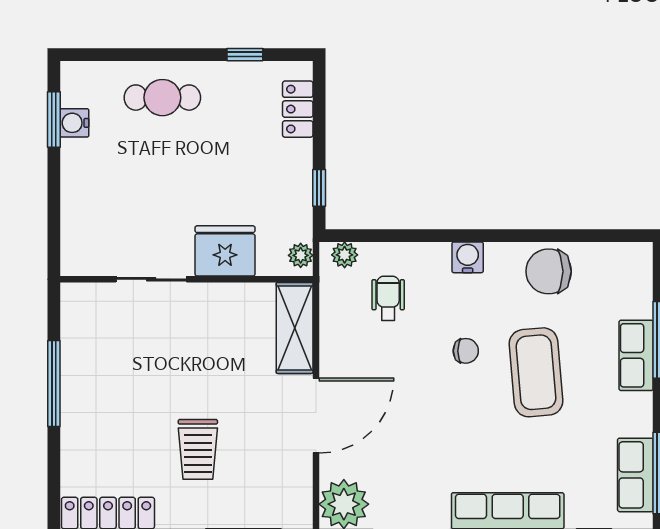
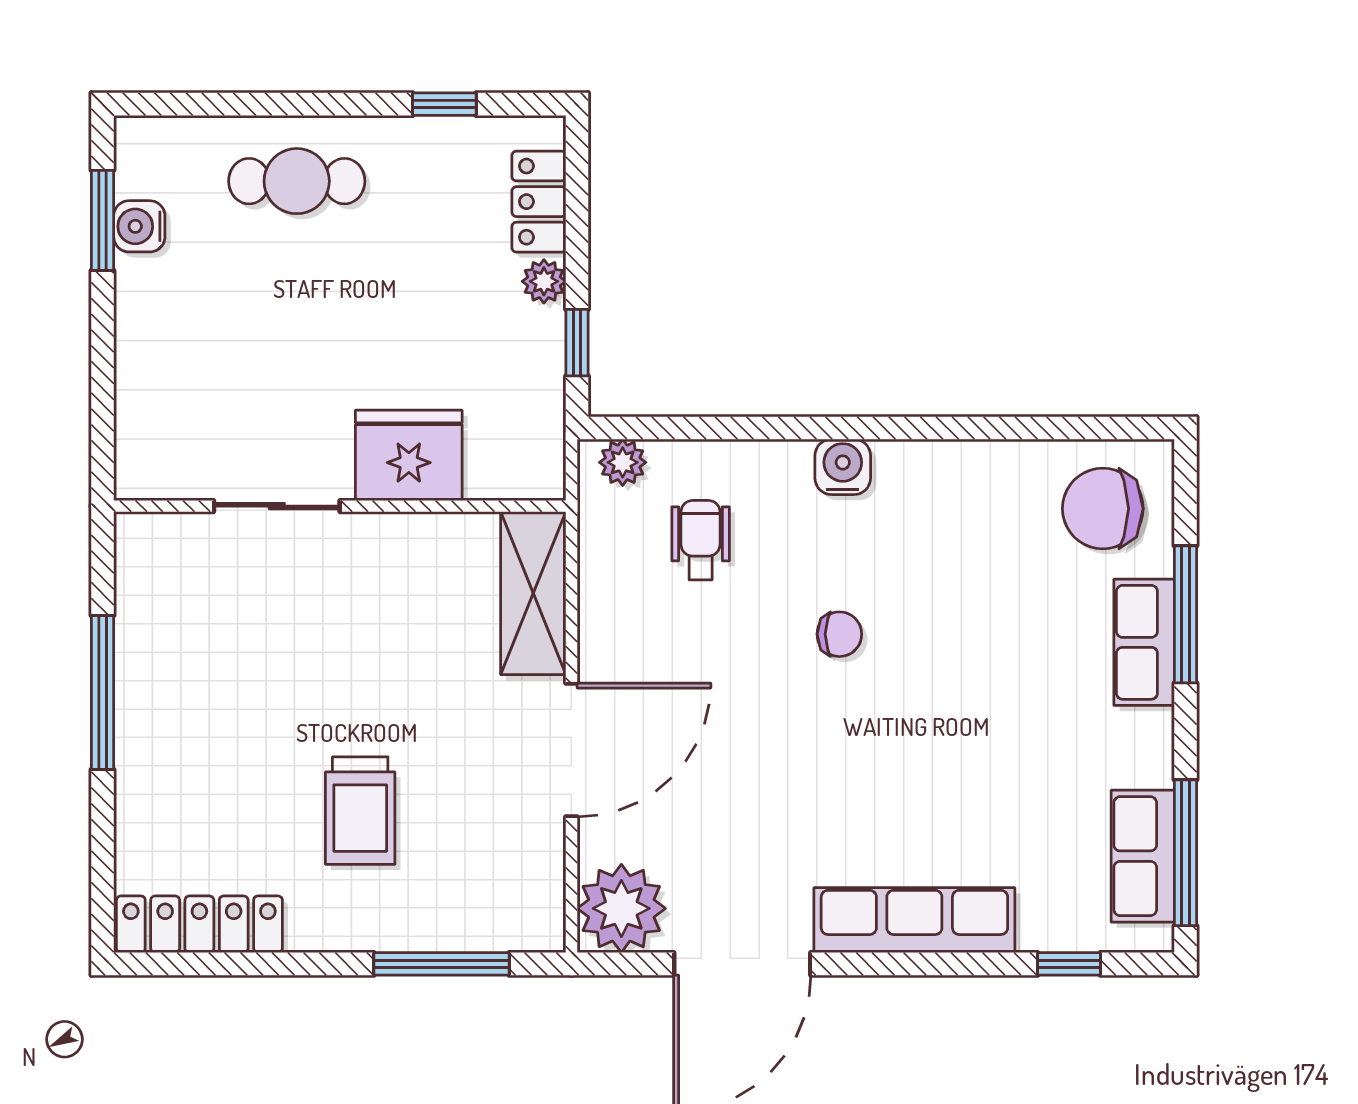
plant: (301, 255) -> (544, 281), moved
chair: (549, 271) -> (1103, 509), moved
coffee table: (536, 372) -> (965, 673), removed

